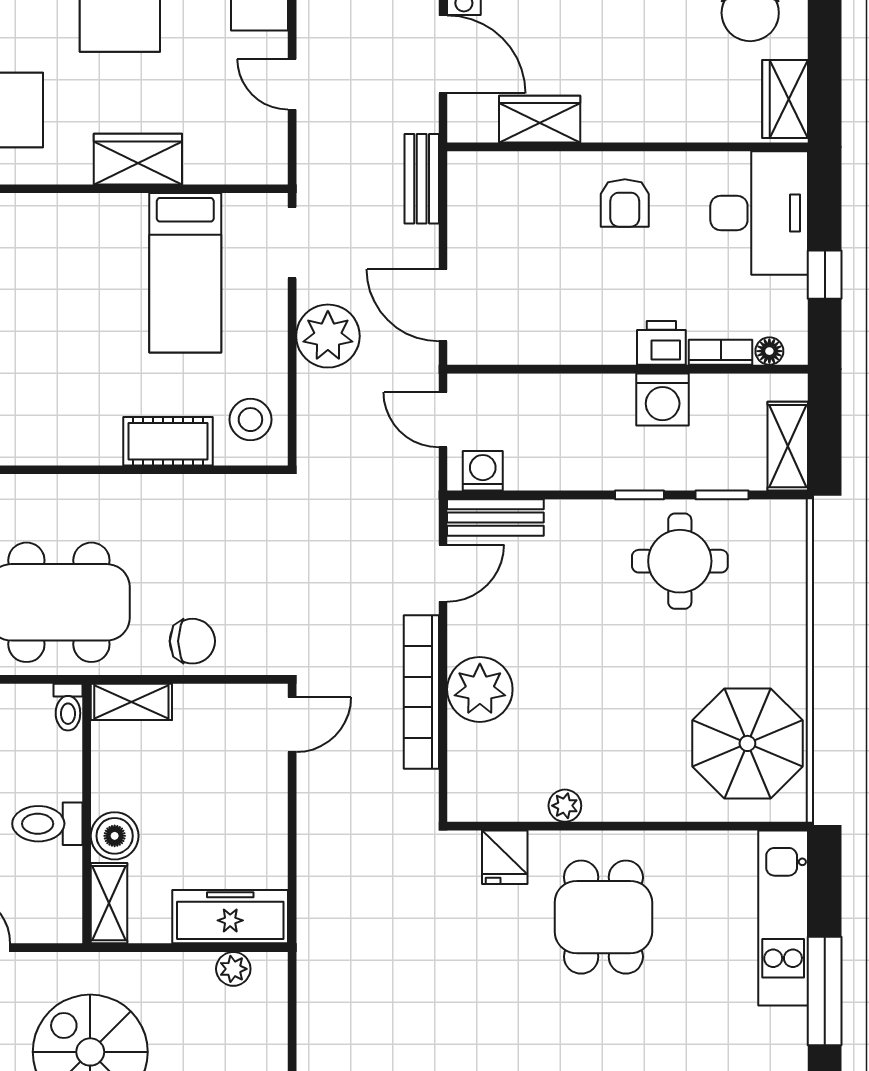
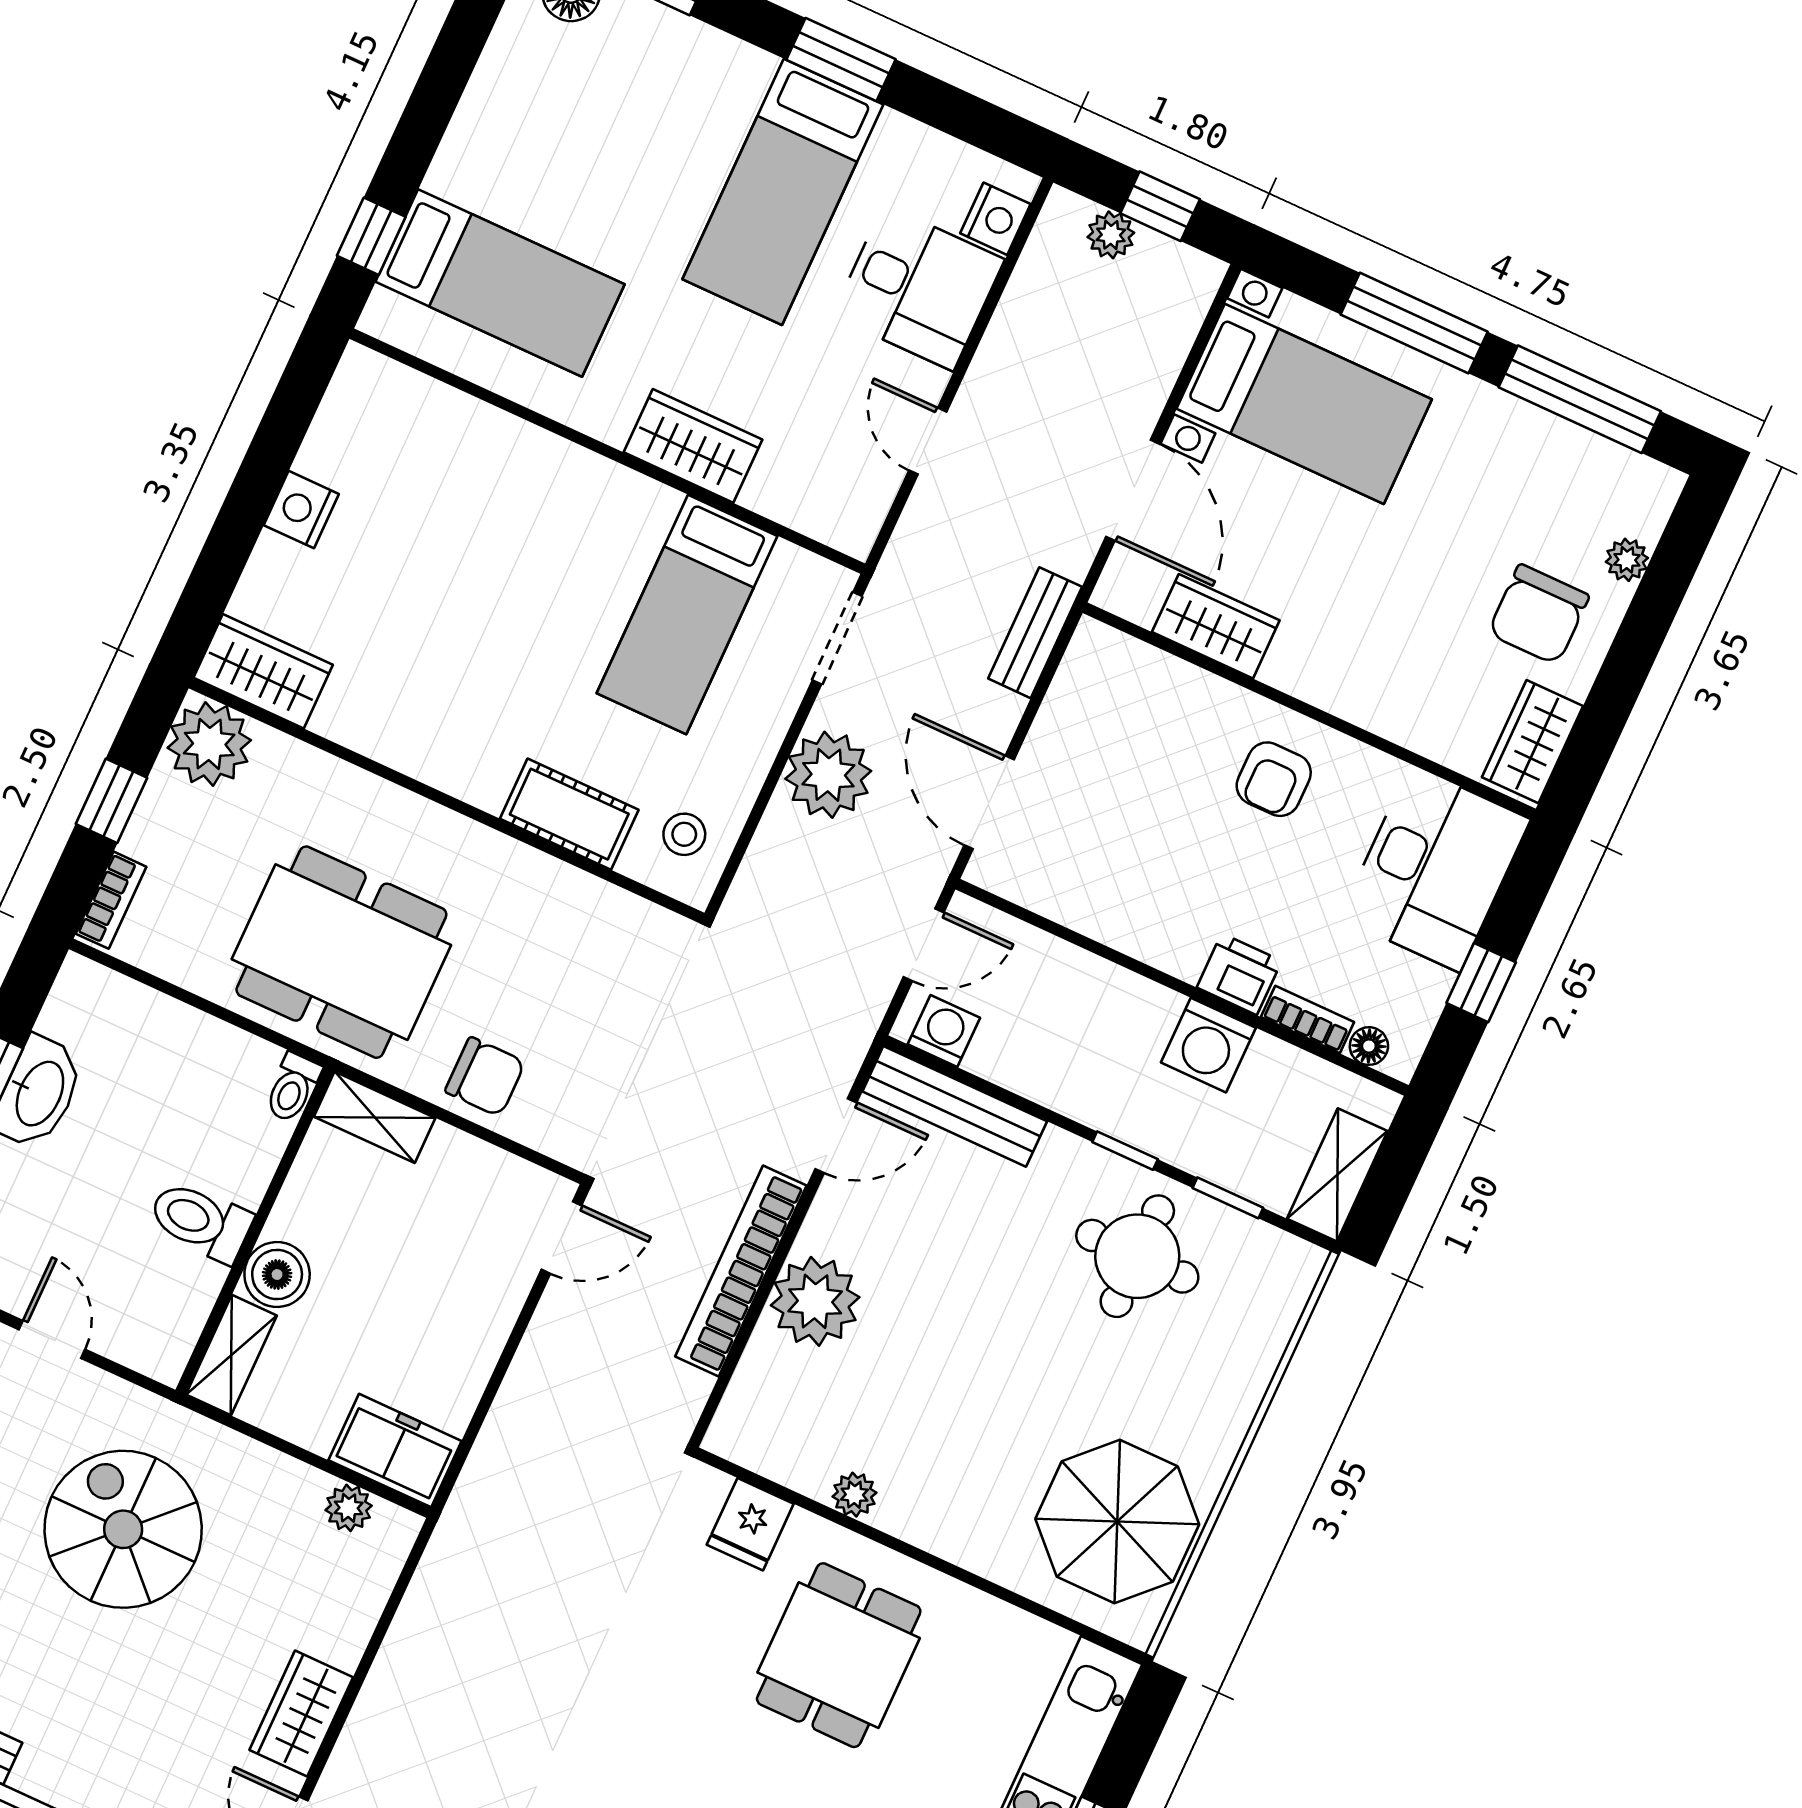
stool: (250, 420) -> (684, 834), width x0.73, depth x0.73
door: (443, 420) -> (924, 945), swing flipped
bench: (495, 517) -> (955, 1106), width x1.36
freezer: (230, 917) -> (395, 1451), width x0.71

